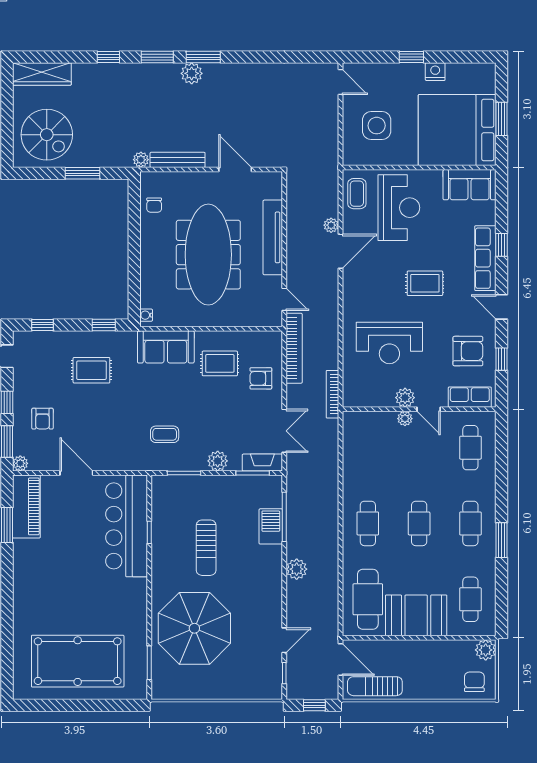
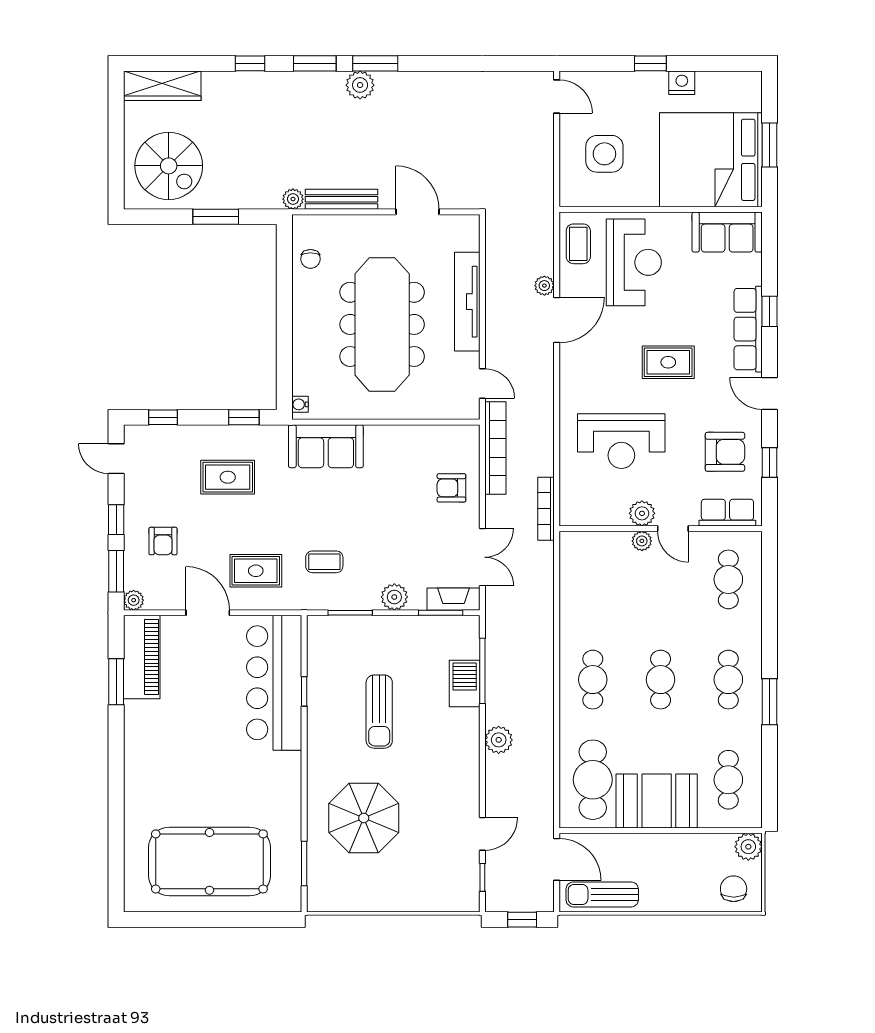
rug: (220, 363) -> (256, 571), moved
parasol: (194, 628) -> (364, 818), width x0.73, depth x0.73

